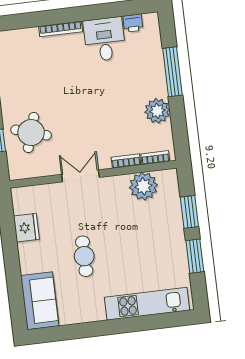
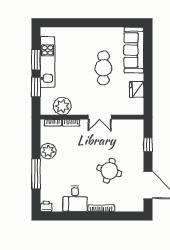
printer: (133, 23) -> (46, 206), moved
round table: (31, 133) -> (109, 171), moved
cafe table: (84, 256) -> (103, 68), width x1.37, depth x1.35
sofa: (40, 301) -> (134, 50), width x1.36
kitchen unit: (147, 304) -> (48, 62), moved, turned -90

